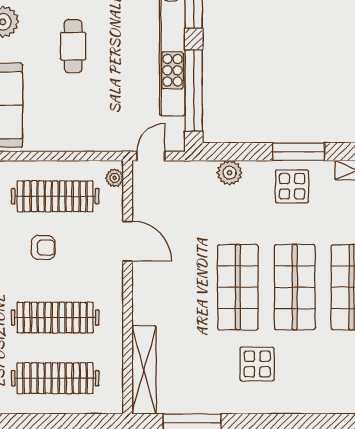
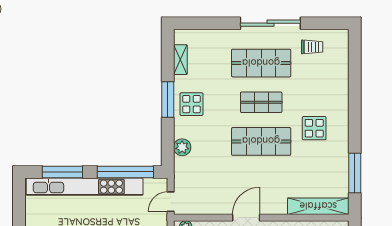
door: (151, 156) -> (171, 202), hinge flipped
door: (128, 241) -> (246, 218), moved
shop shelf: (295, 287) -> (261, 102), width x0.70, depth x0.74

